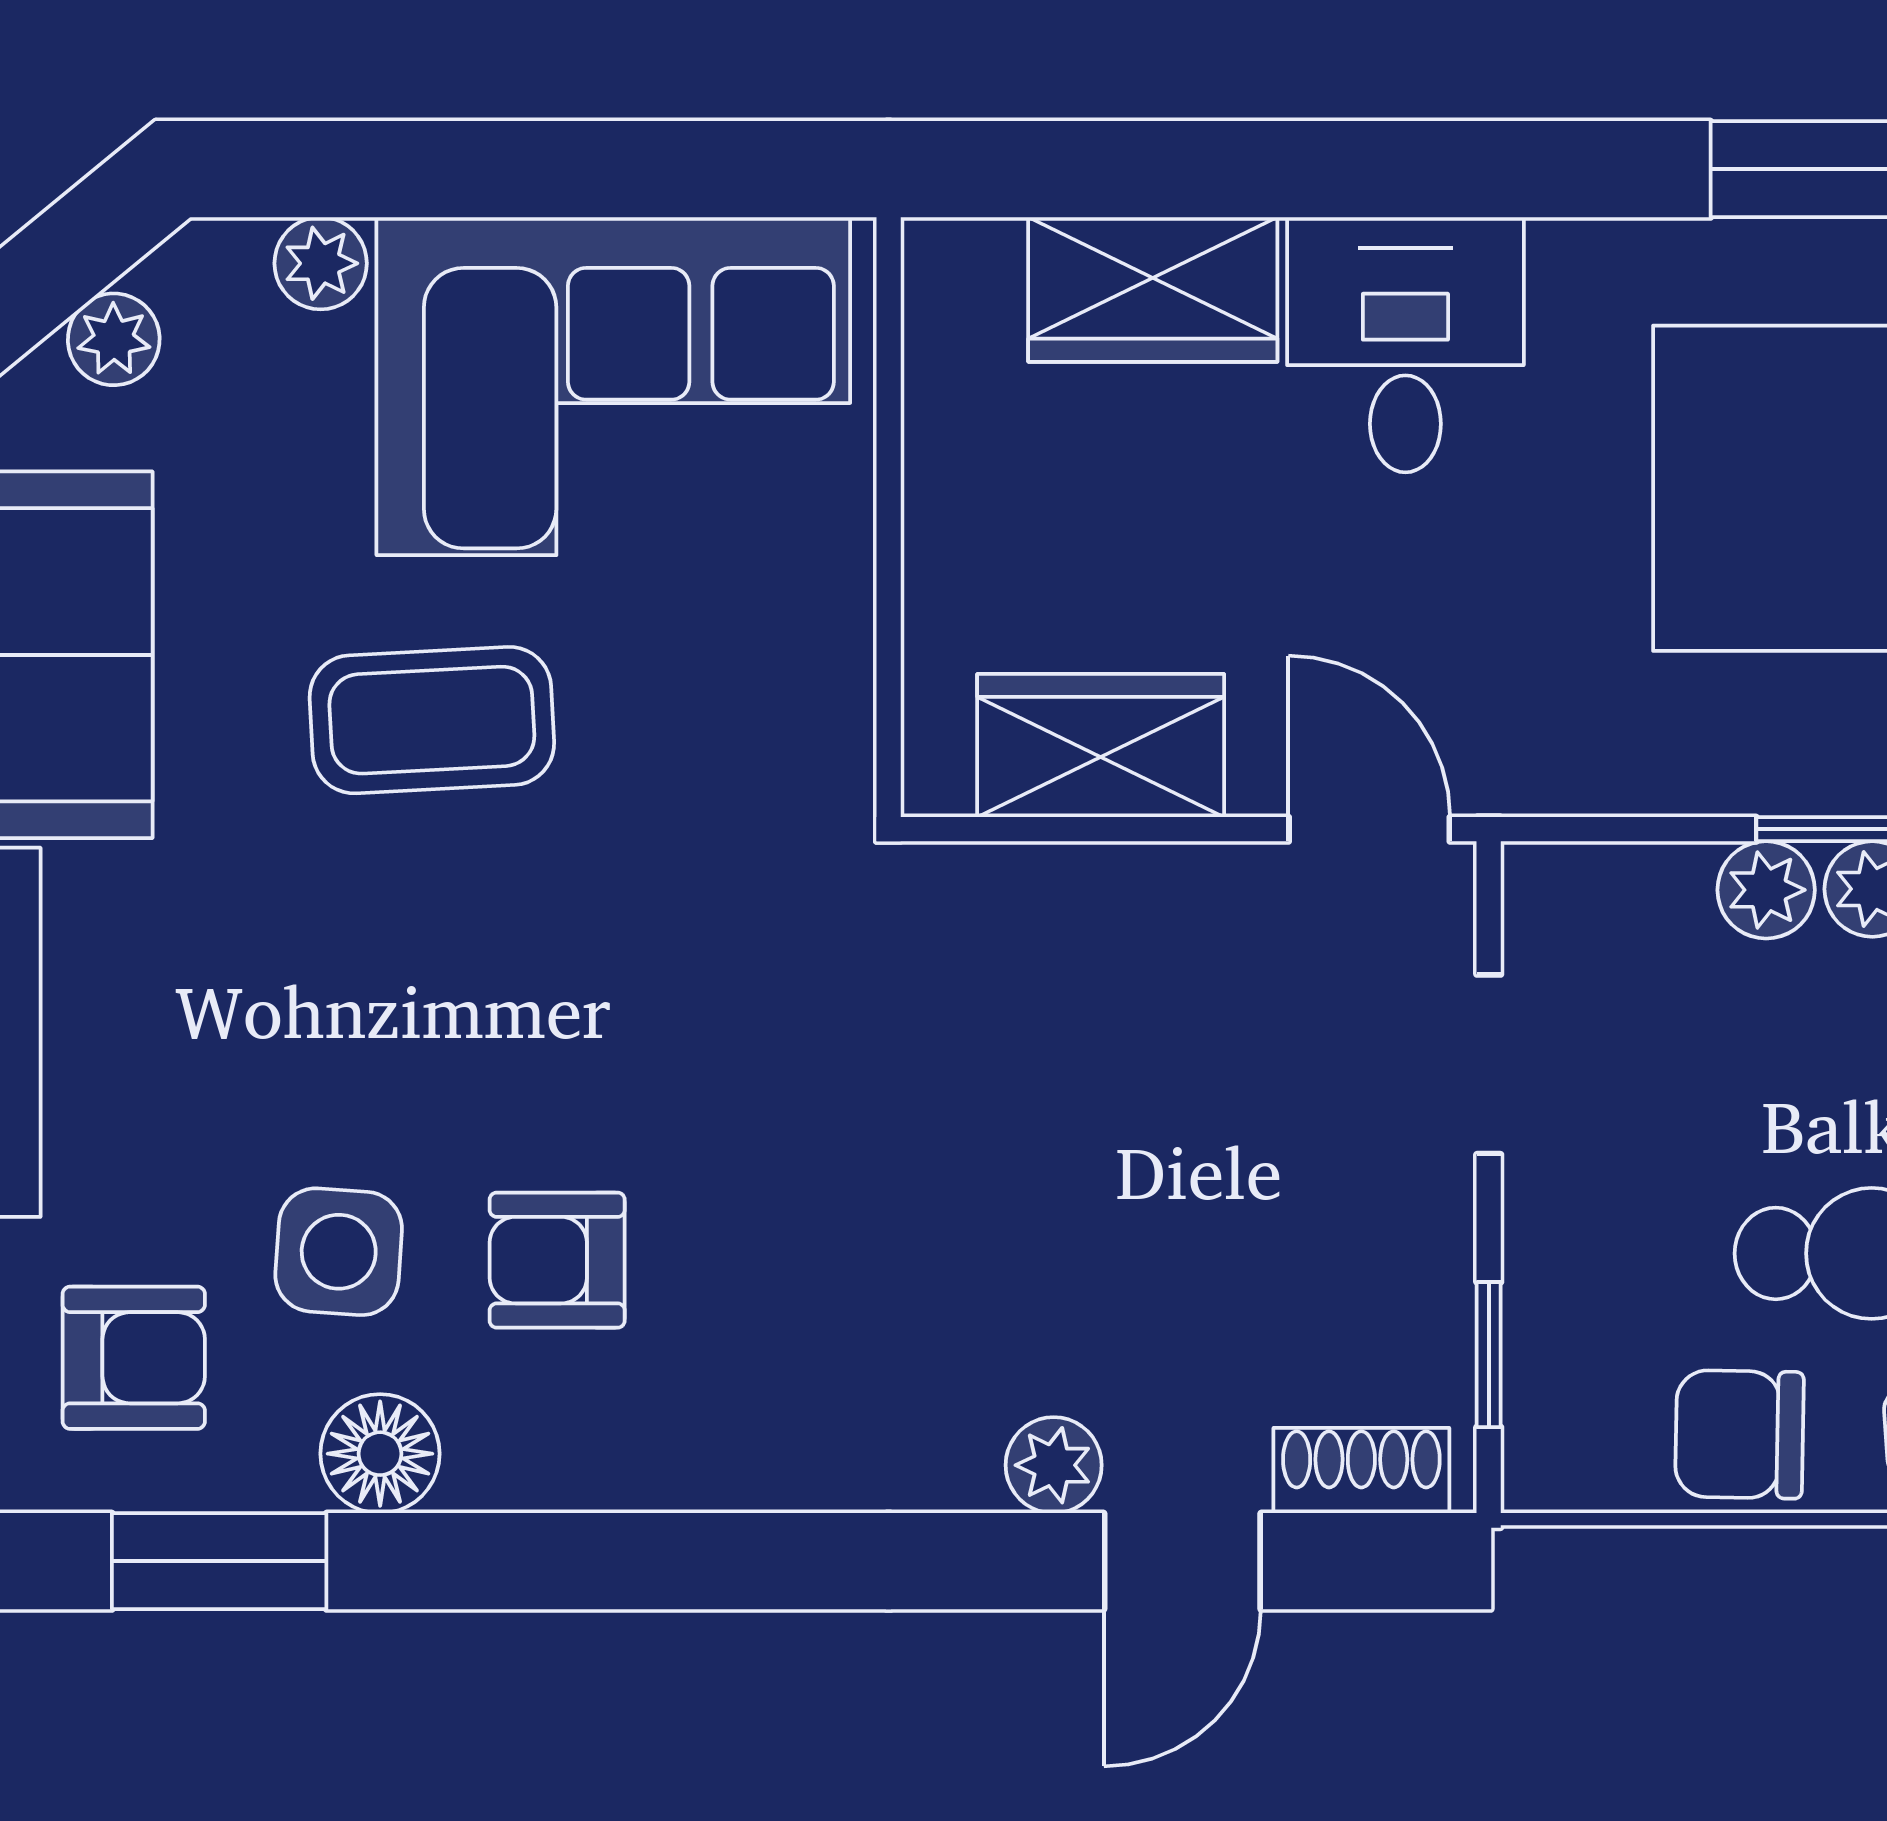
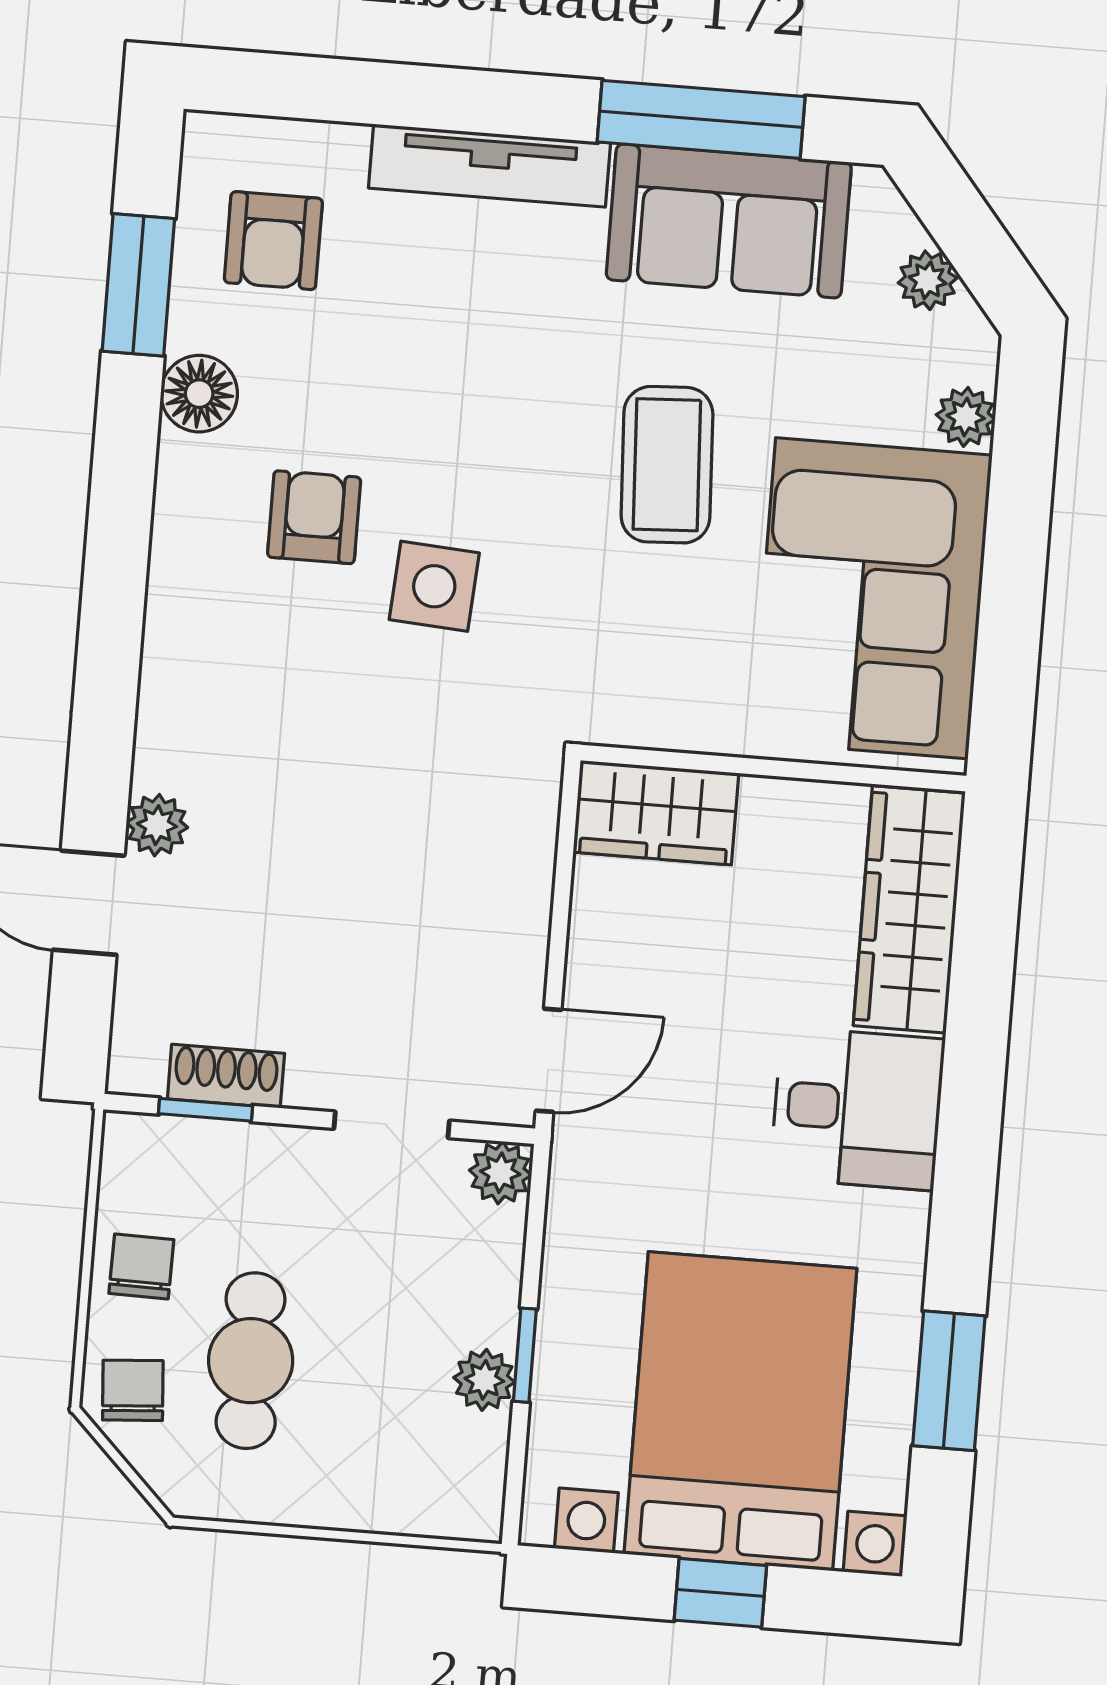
wardrobe: (1153, 289) -> (909, 909), width x1.50
wardrobe: (1101, 746) -> (656, 813), moved, turned 90
plant: (1766, 890) -> (500, 1173), moved
side table: (339, 1252) -> (434, 586), moved
chair: (1739, 1434) -> (141, 1266), width x0.73, depth x0.73
shoe rack: (1361, 1471) -> (226, 1076), moved, turned -90

